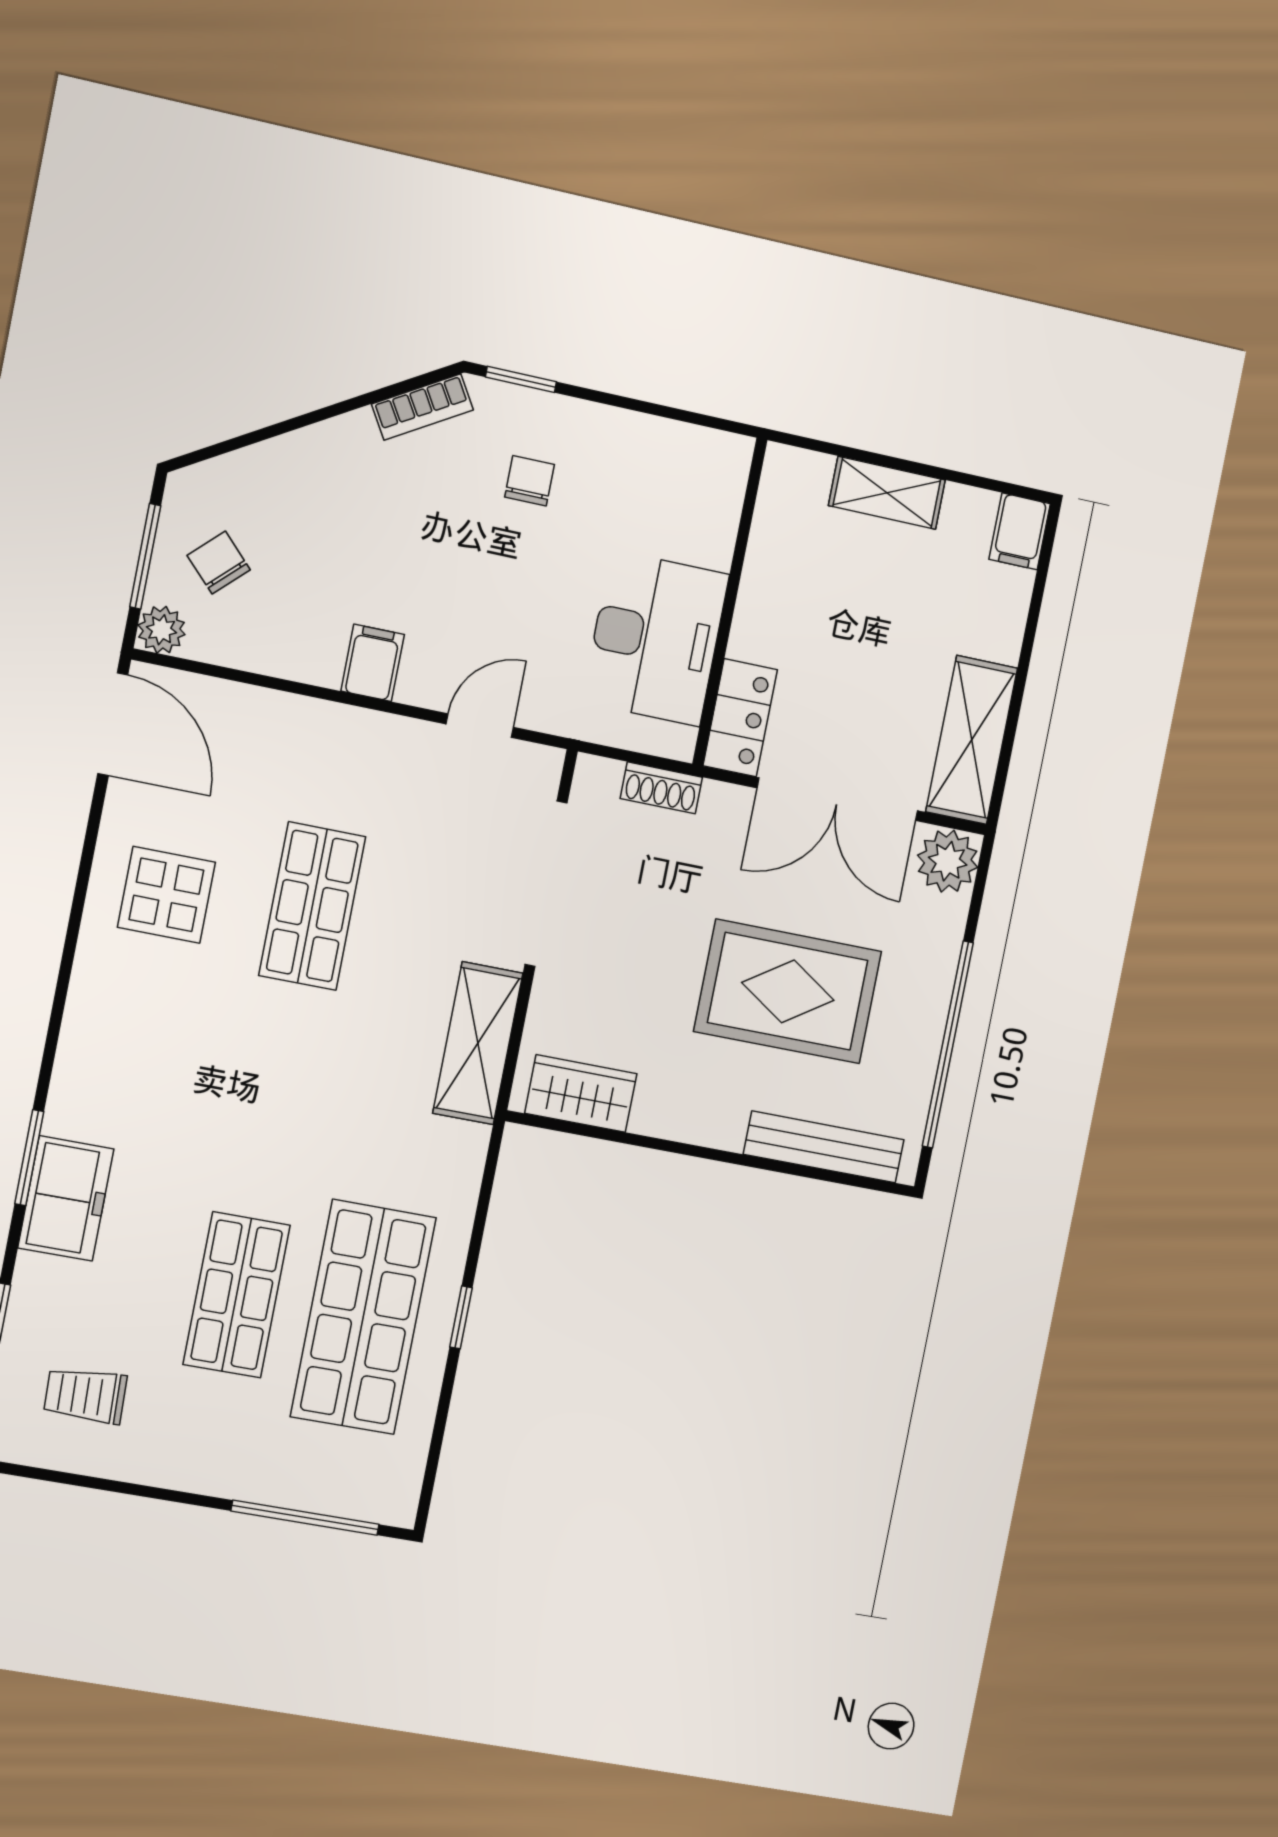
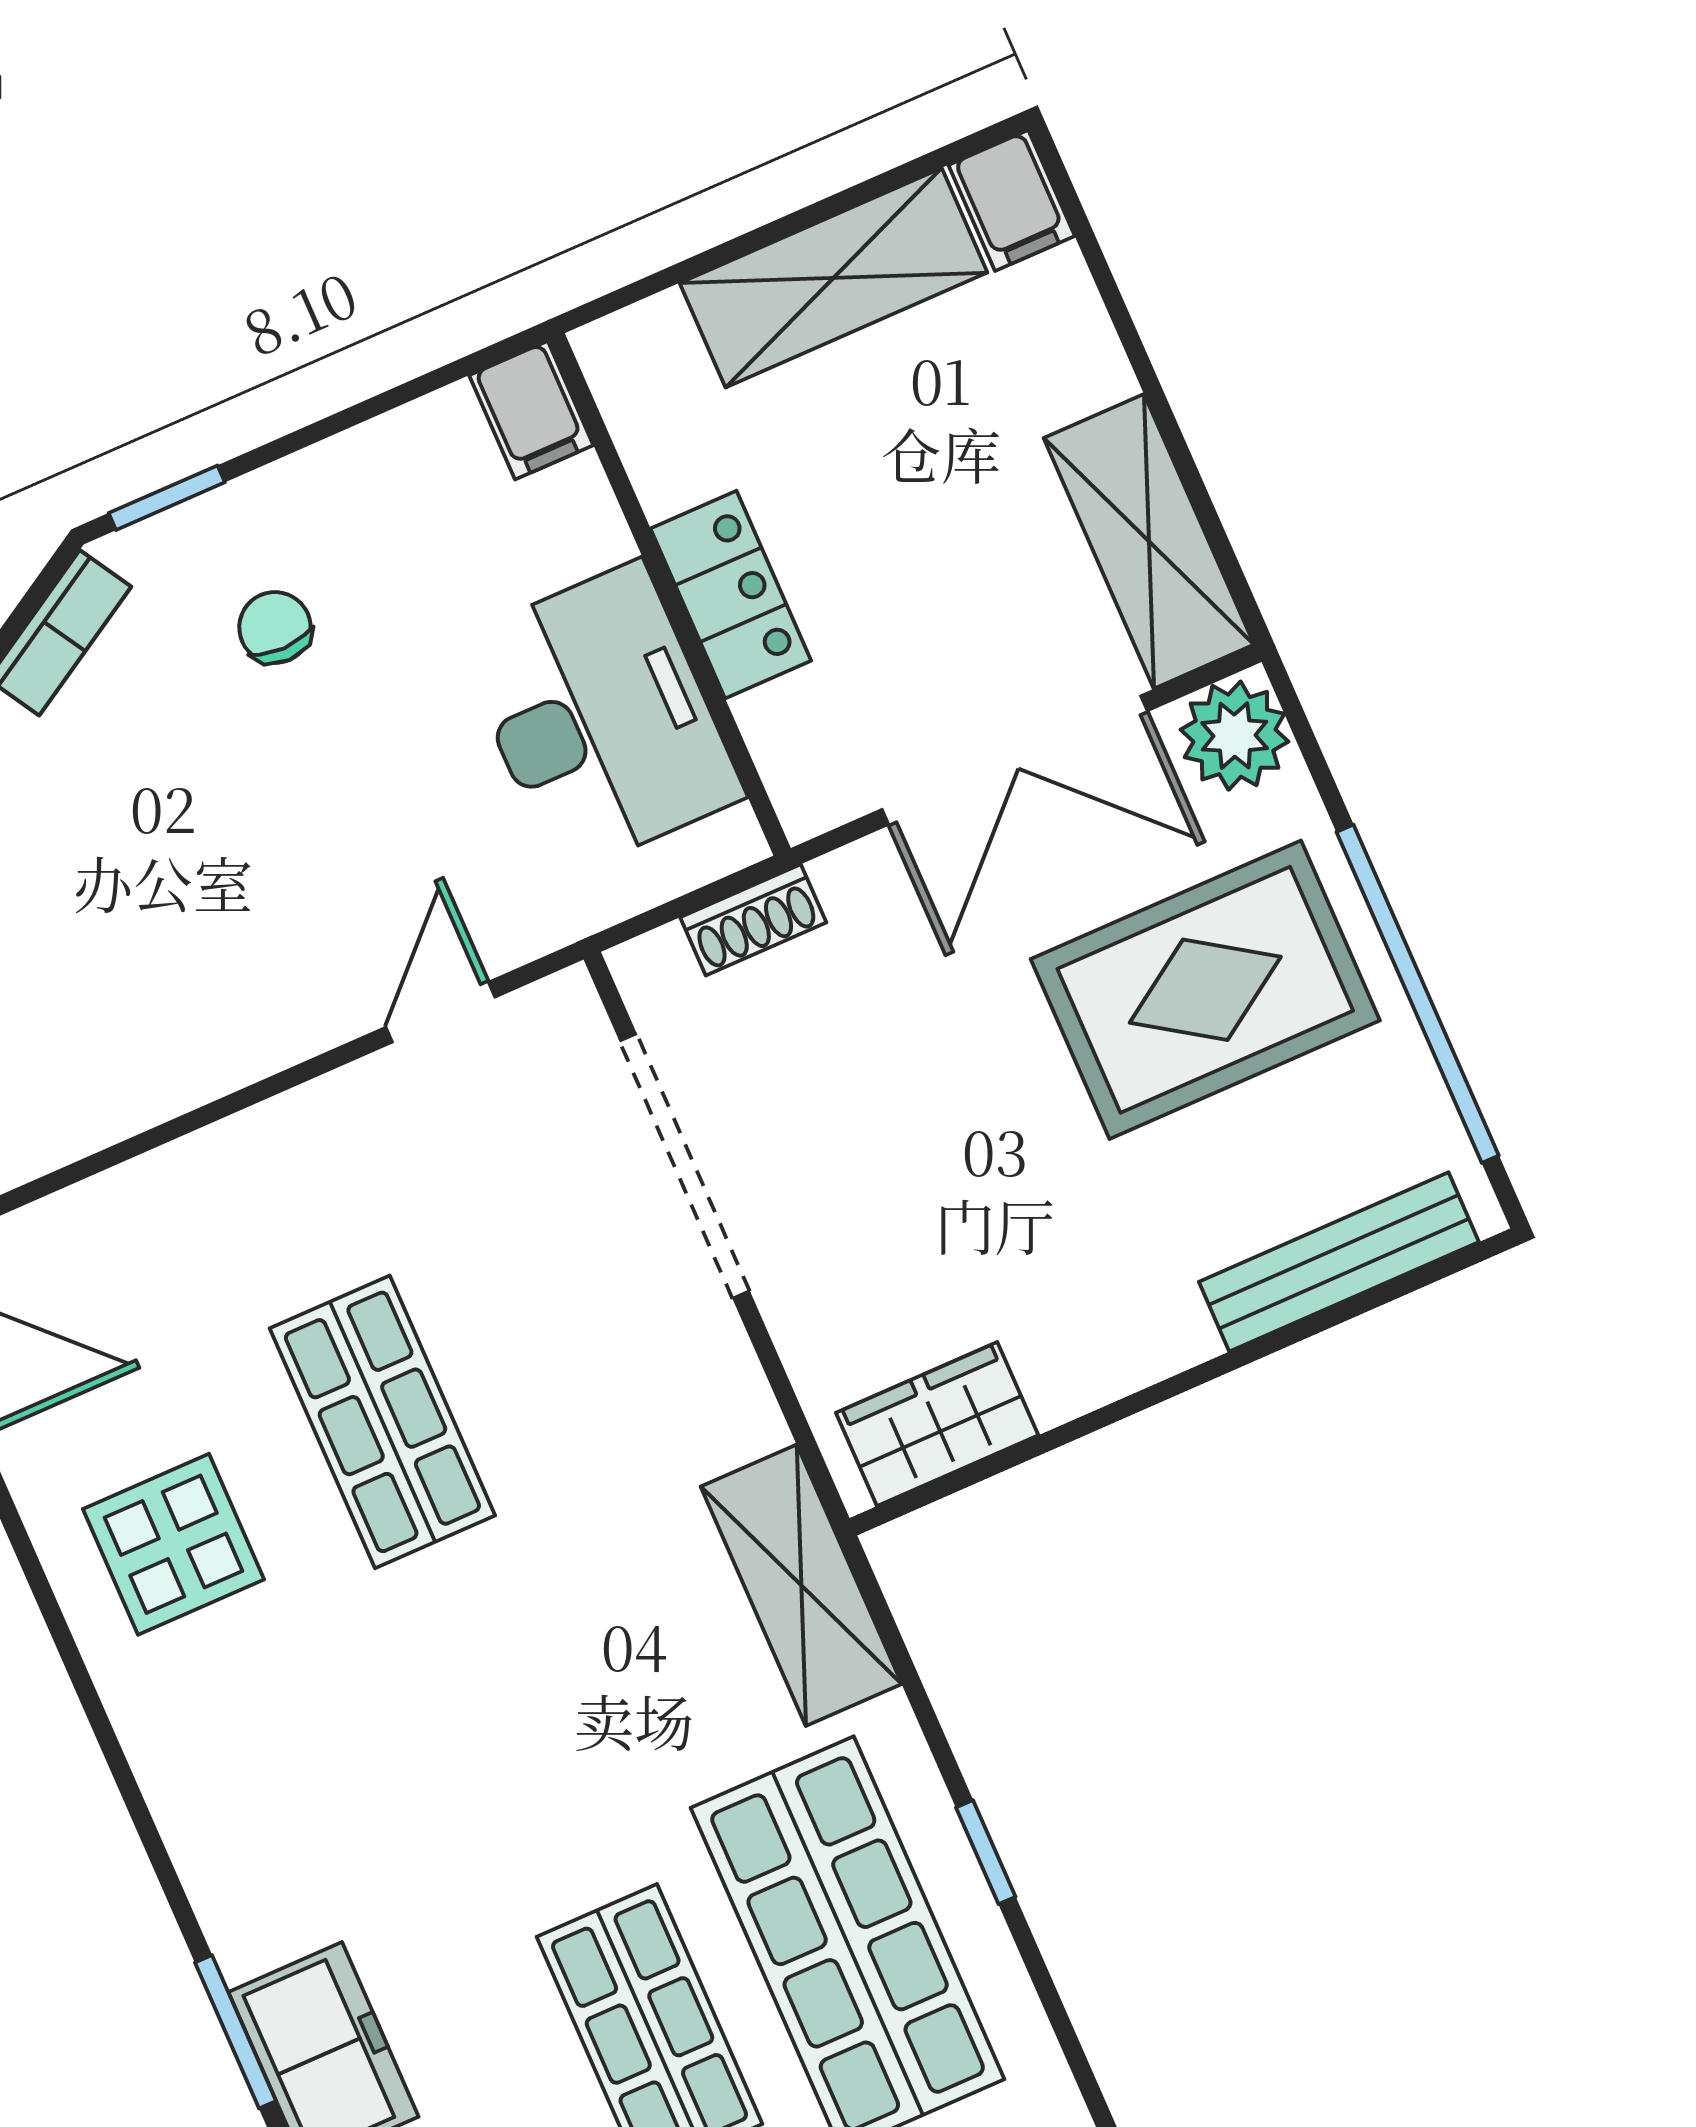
shelving: (887, 493) -> (834, 278), width x1.50, depth x1.33
filing cabinet: (373, 663) -> (531, 410), moved, turned 180
locker: (740, 718) -> (731, 595), moved
rug: (788, 991) -> (1205, 990), moved
shelving: (478, 1043) -> (801, 1585), moved

